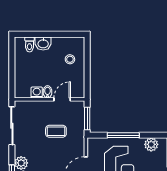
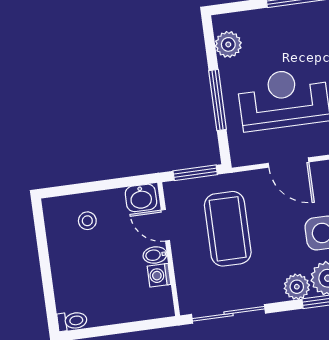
washbasin: (43, 43) -> (141, 198), moved, turned 90
toilet: (30, 44) -> (72, 321), moved
coffee table: (56, 131) -> (228, 229), width x1.86, depth x1.72

